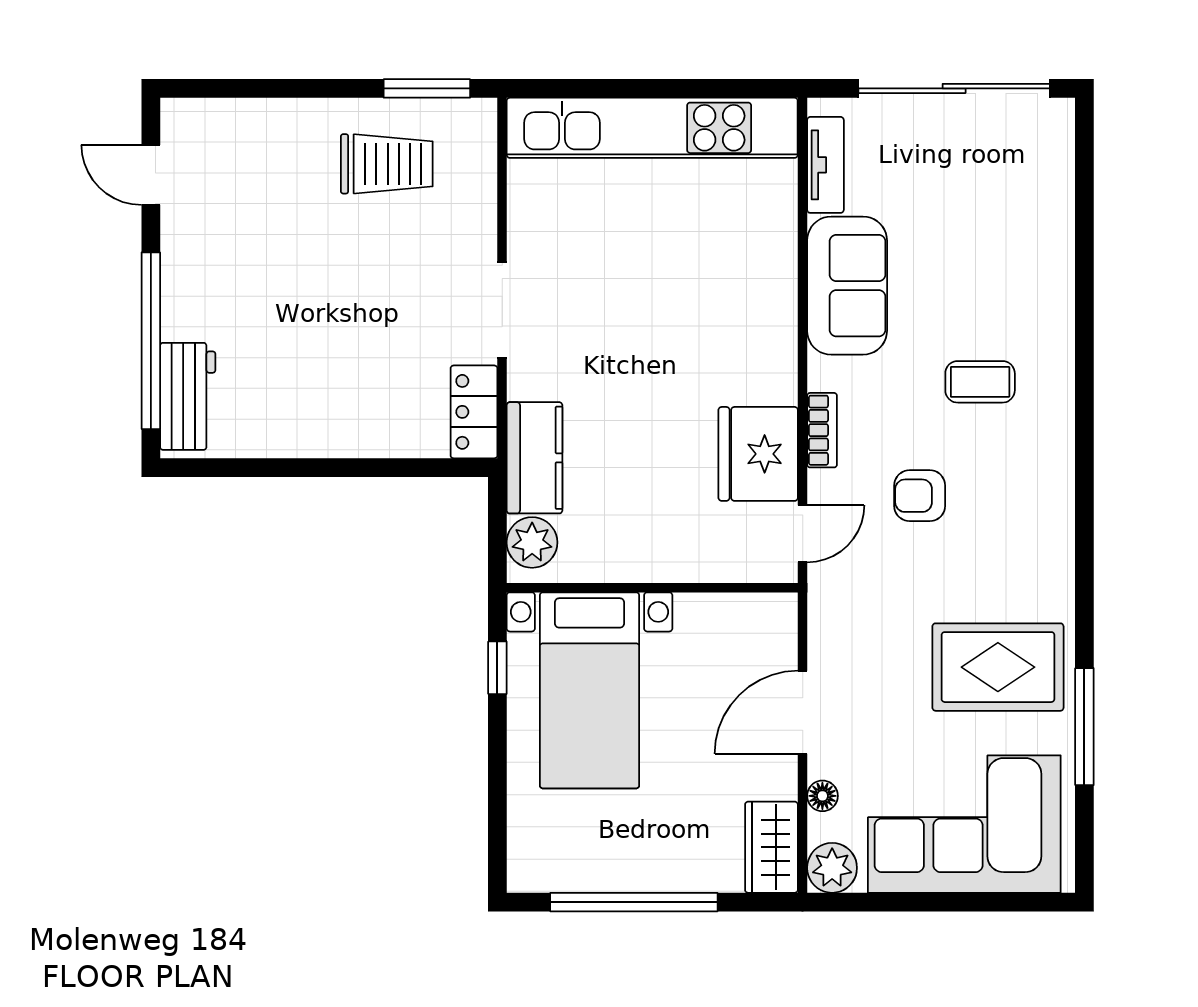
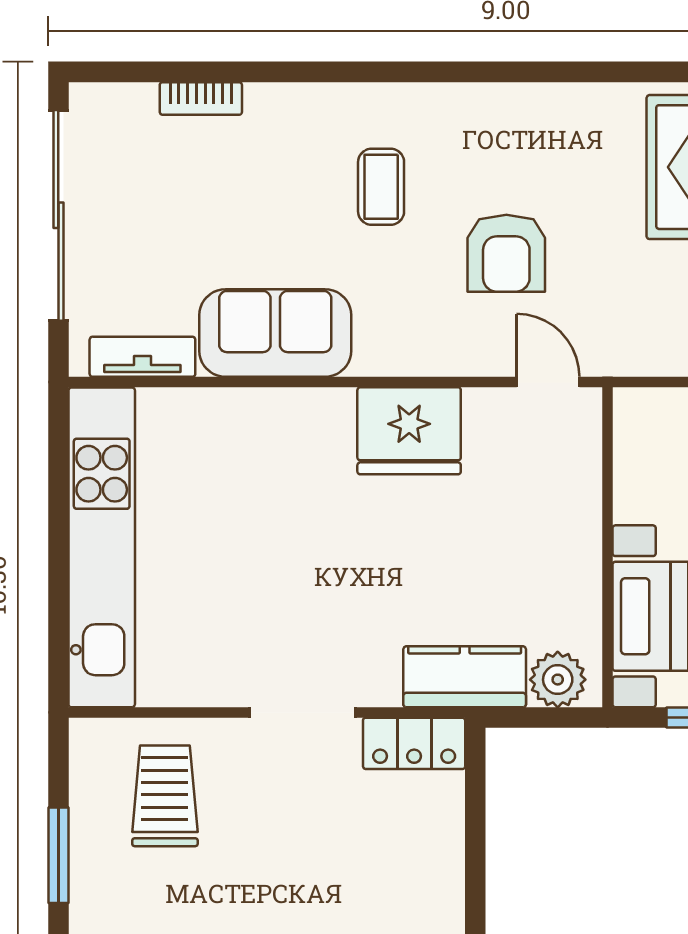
window: (427, 88) -> (58, 855), moved
trolley: (387, 164) -> (165, 796), moved
bookcase: (822, 430) -> (201, 98), moved, turned 180
fridge: (758, 454) -> (409, 431), moved
armchair: (920, 496) -> (506, 253), width x1.38, depth x1.38

